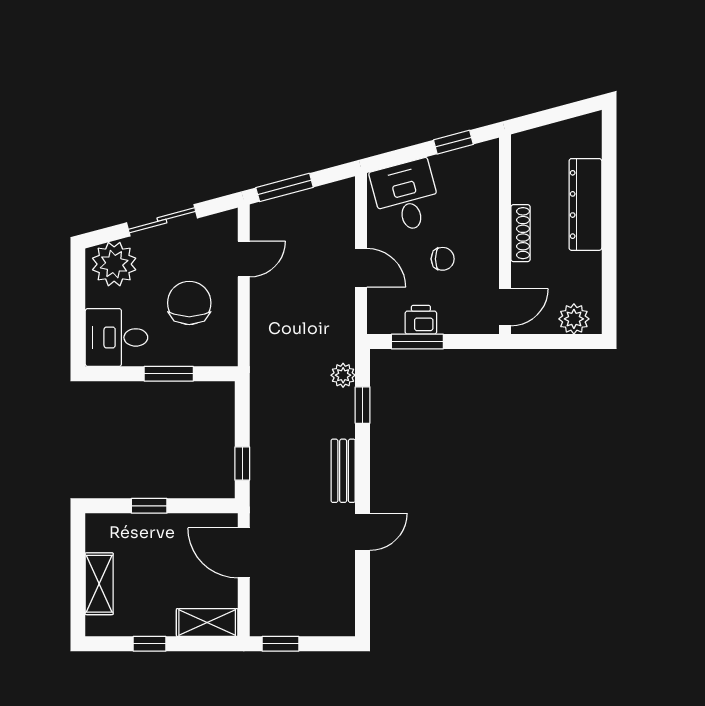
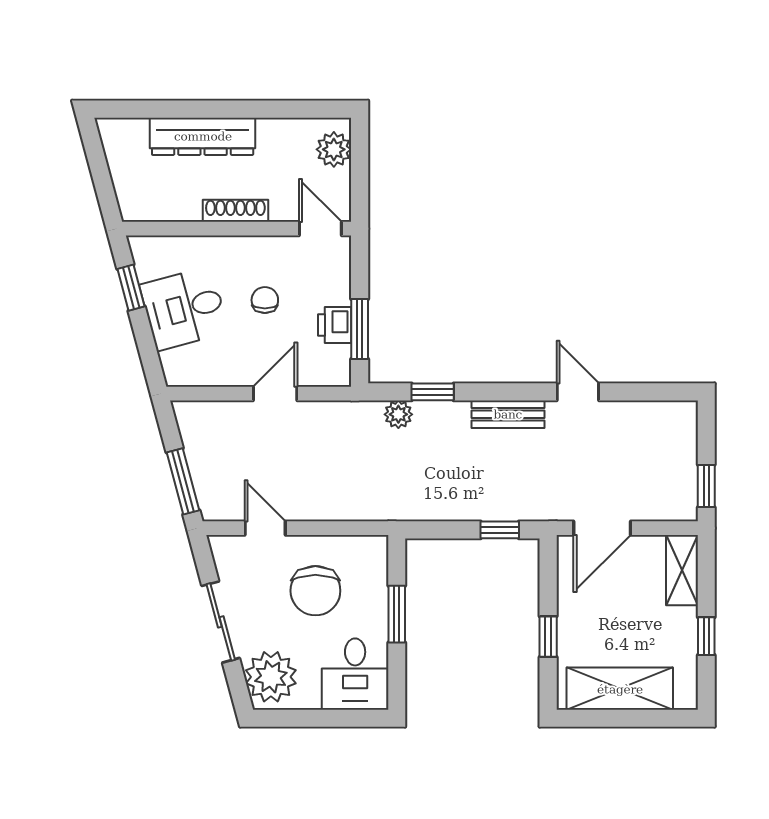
desk: (406, 196) -> (184, 308), moved
chair: (189, 303) -> (315, 591), turned -90
shelving: (99, 584) -> (620, 689), width x1.50, depth x1.33

